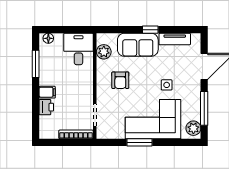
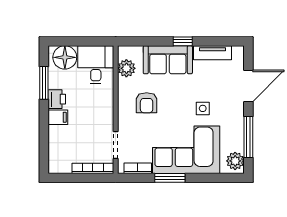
floor lamp: (48, 38) -> (65, 57), width x1.89, depth x1.89
printer: (46, 107) -> (57, 99), moved
bookcase: (113, 134) -> (138, 168), added

